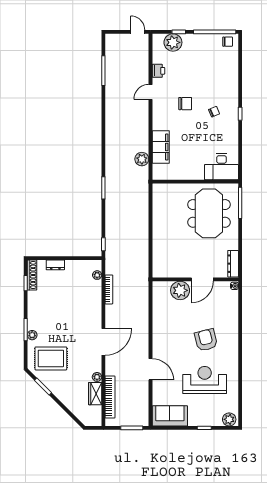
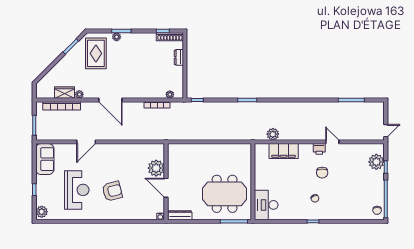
printer: (158, 71) -> (319, 149), moved

